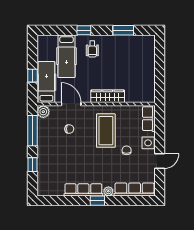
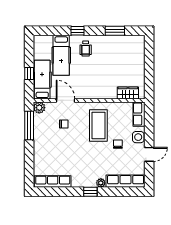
wardrobe: (108, 96) -> (128, 93), moved, width x0.67
window: (33, 165) -> (29, 158), removed
row of seats: (83, 190) -> (53, 182), moved

